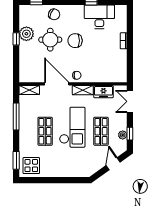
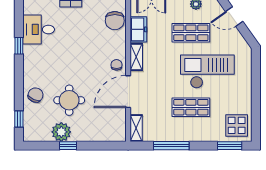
desk: (99, 17) -> (39, 29), width x0.73
chair: (75, 41) -> (115, 21), moved
checkout: (72, 127) -> (207, 72), moved

